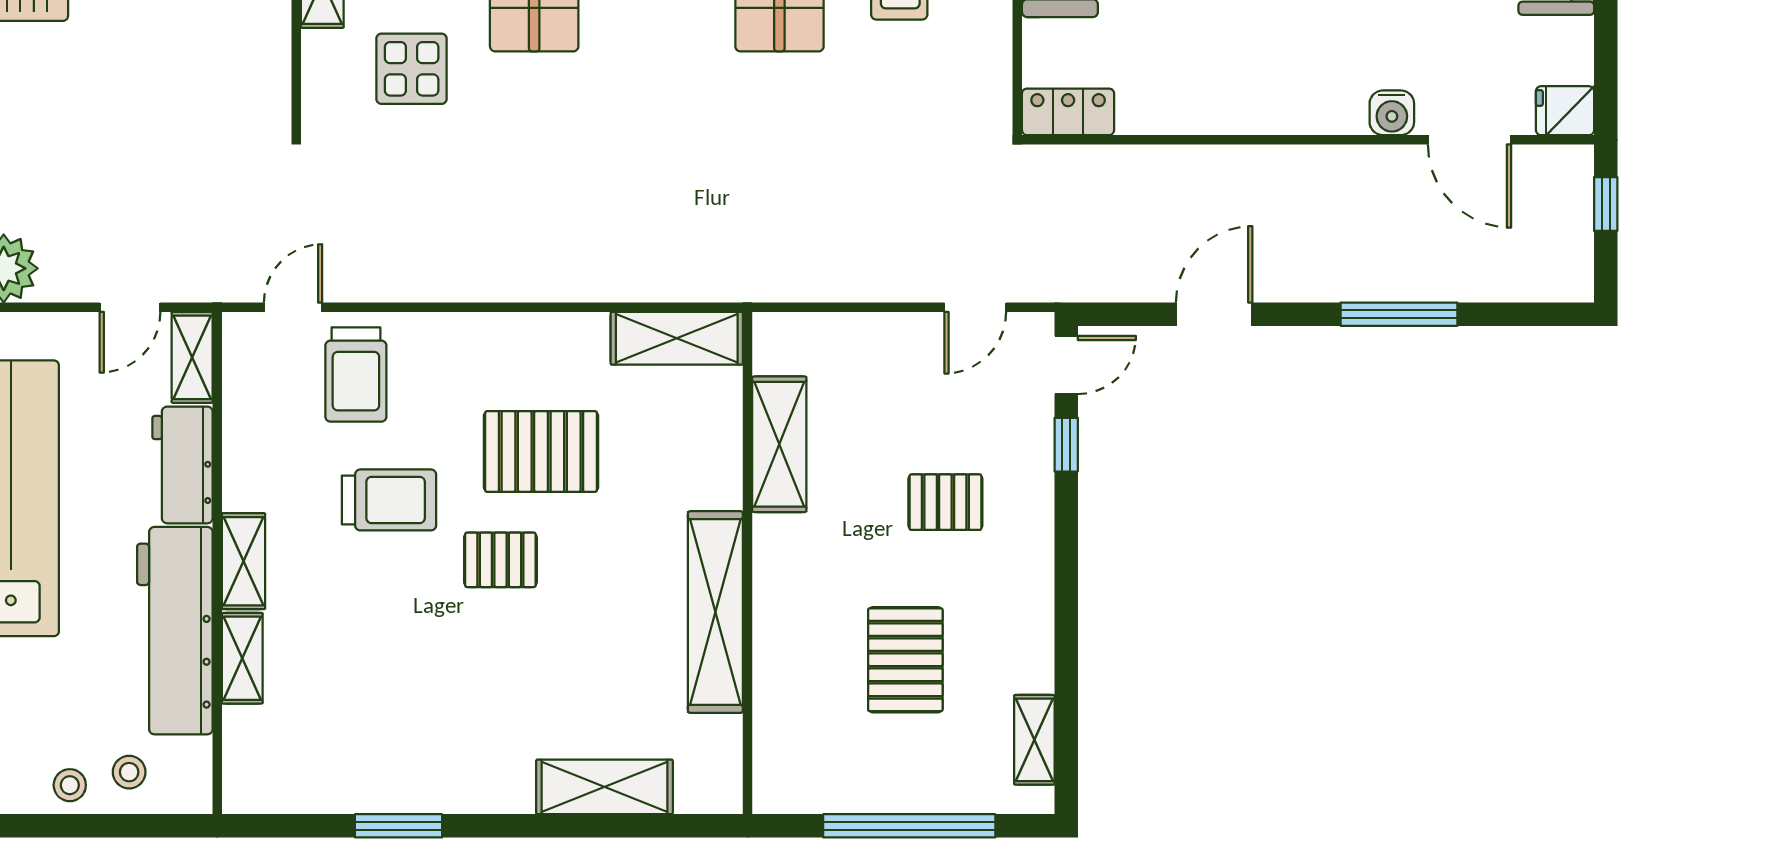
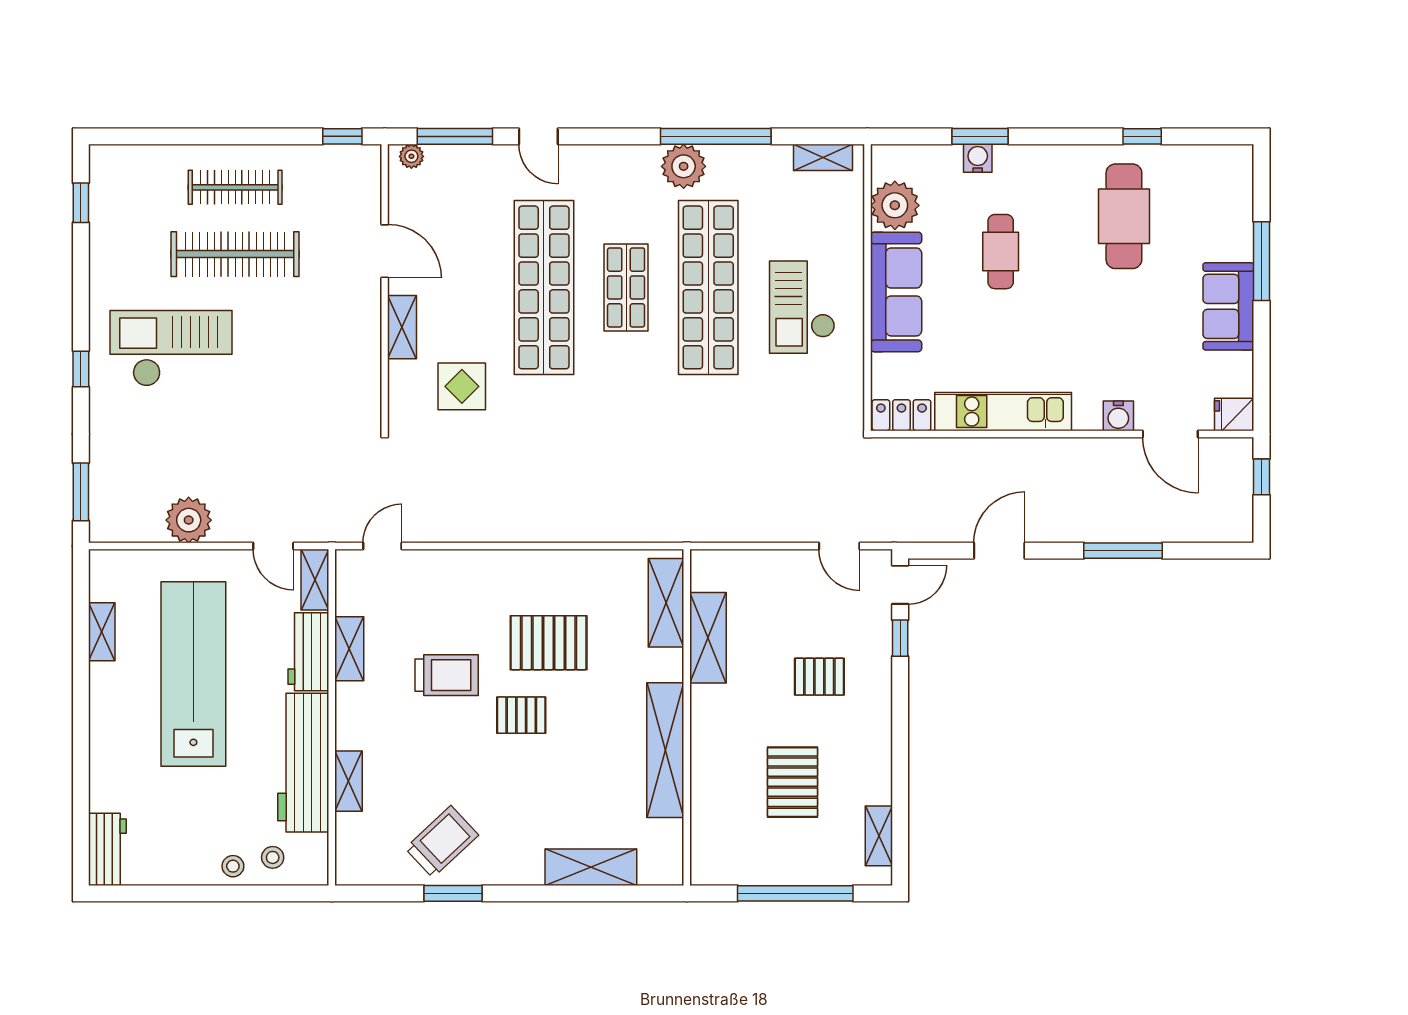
kitchen unit: (1220, 106) -> (1003, 412), added
door: (130, 307) -> (273, 546), hinge flipped
door: (975, 307) -> (839, 546), hinge flipped
shelving: (677, 338) -> (666, 603), moved, turned 90
trolley: (356, 375) -> (442, 842), moved, turned -133
shelving: (243, 561) -> (349, 649), moved

